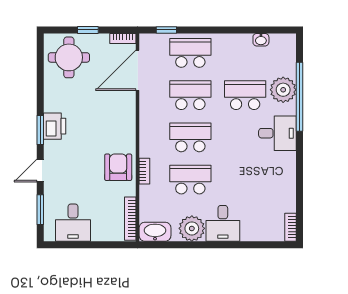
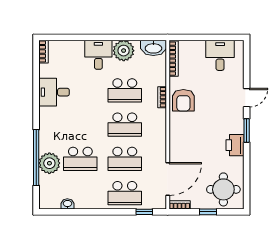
printer: (55, 126) -> (235, 145), moved
desk: (277, 133) -> (54, 92), moved
window: (40, 210) -> (247, 66), removed

